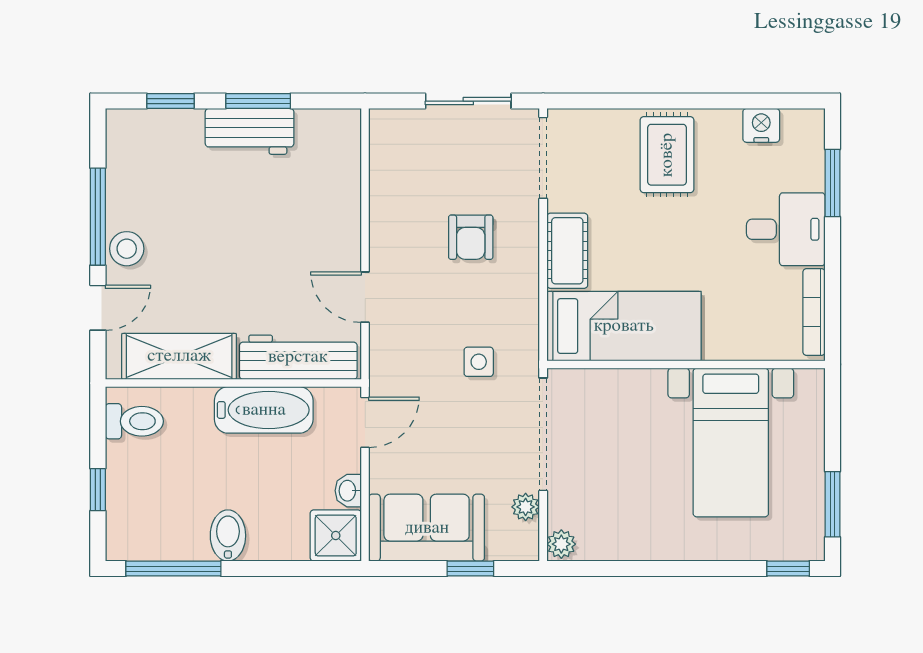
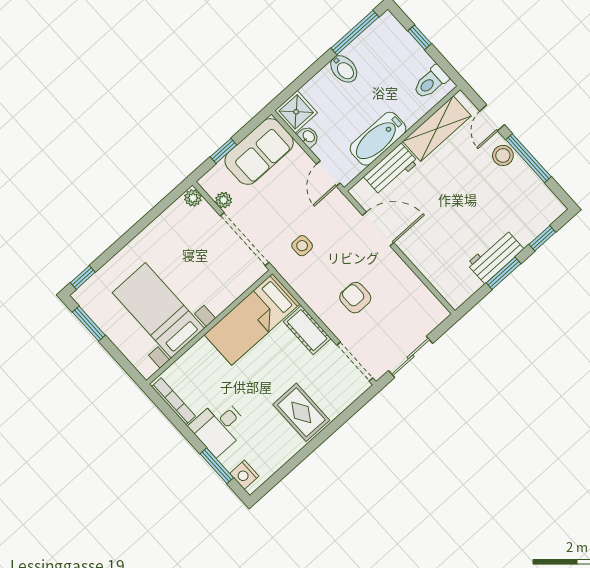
nightstand: (761, 125) -> (244, 475), moved, turned 90
door: (365, 297) -> (378, 229), width x1.37
workbench: (298, 357) -> (391, 169), width x0.73

